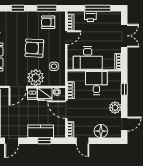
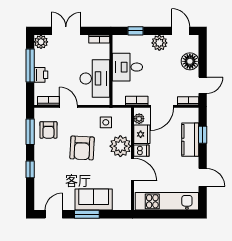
plant: (116, 17) -> (41, 42), added

